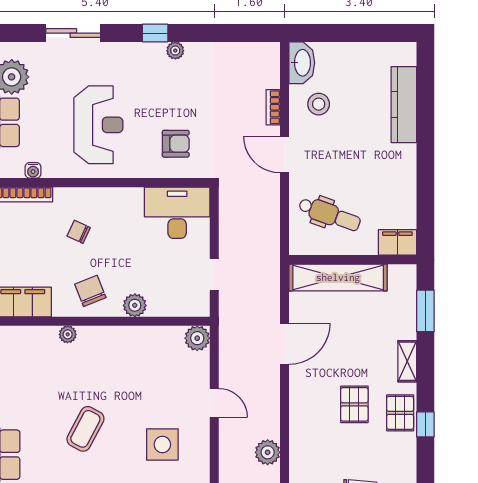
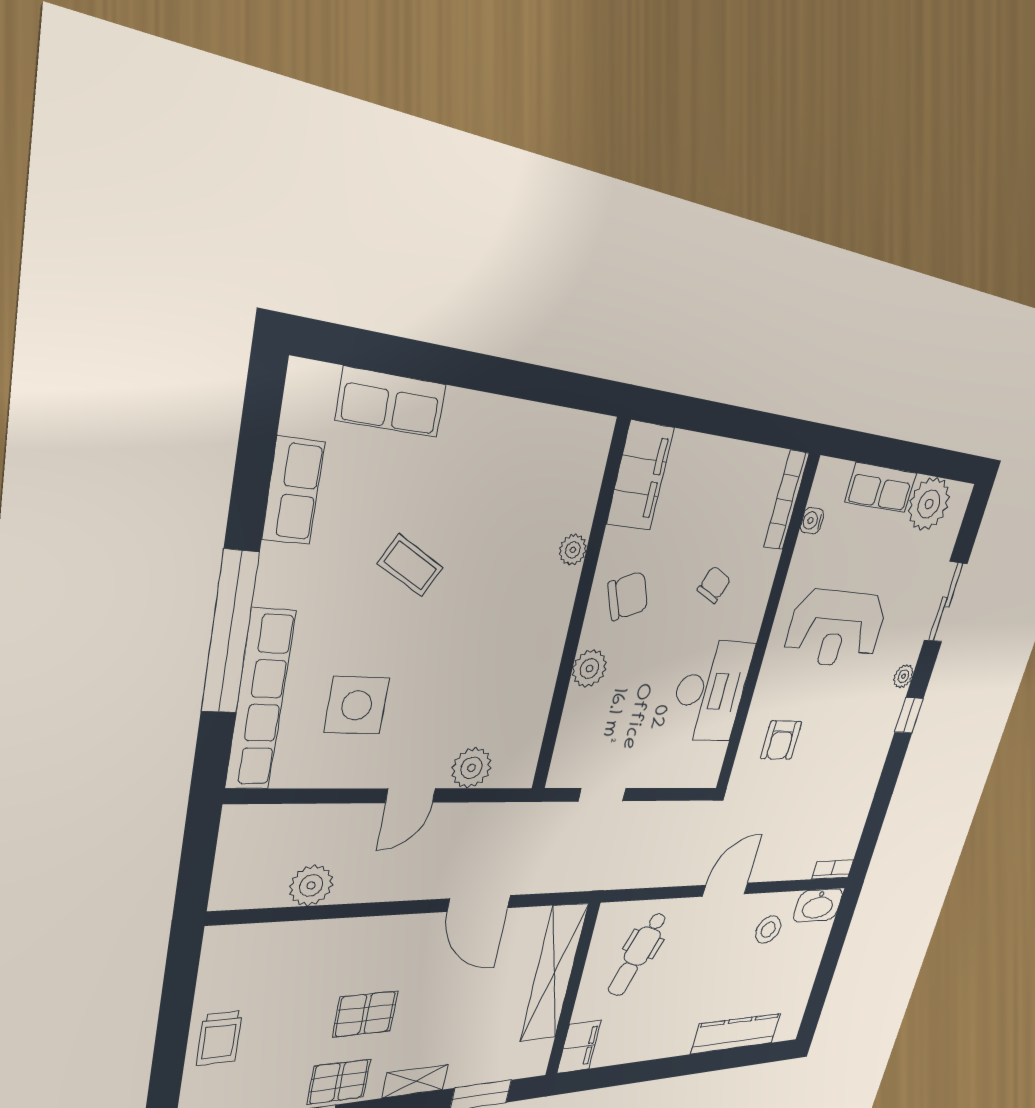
plant: (175, 51) -> (903, 676), moved
bookcase: (273, 107) -> (833, 869), moved
desk: (177, 213) -> (711, 691), moved
plant: (197, 338) -> (472, 768), moved
coffee table: (85, 429) -> (410, 565), width x0.73, depth x0.77

